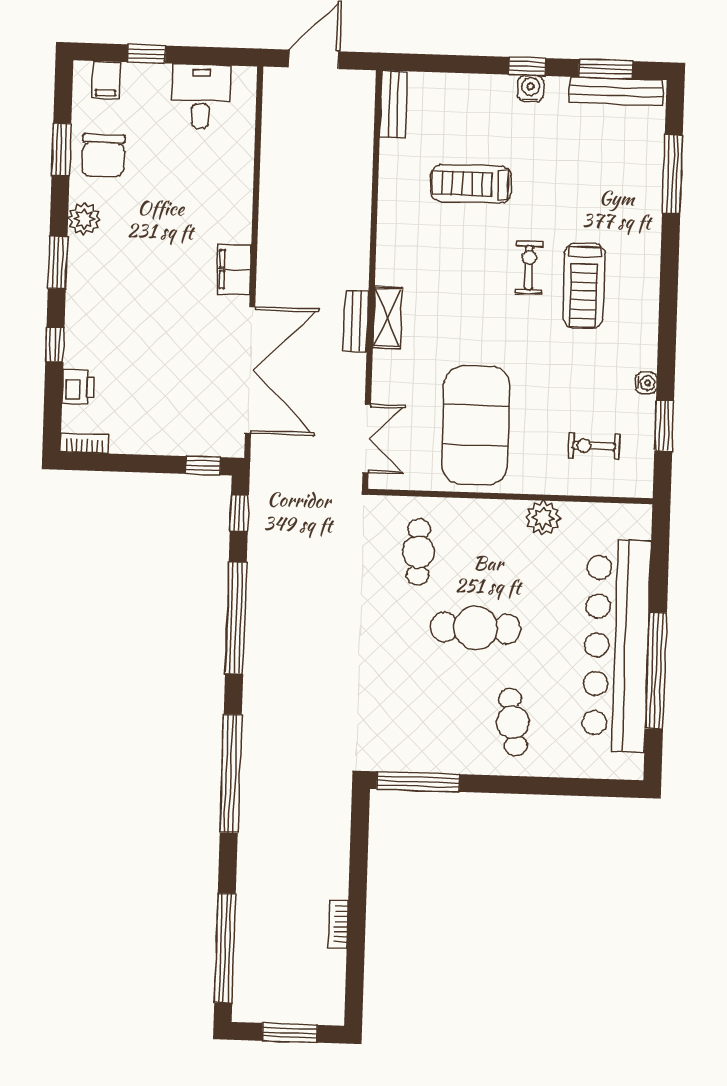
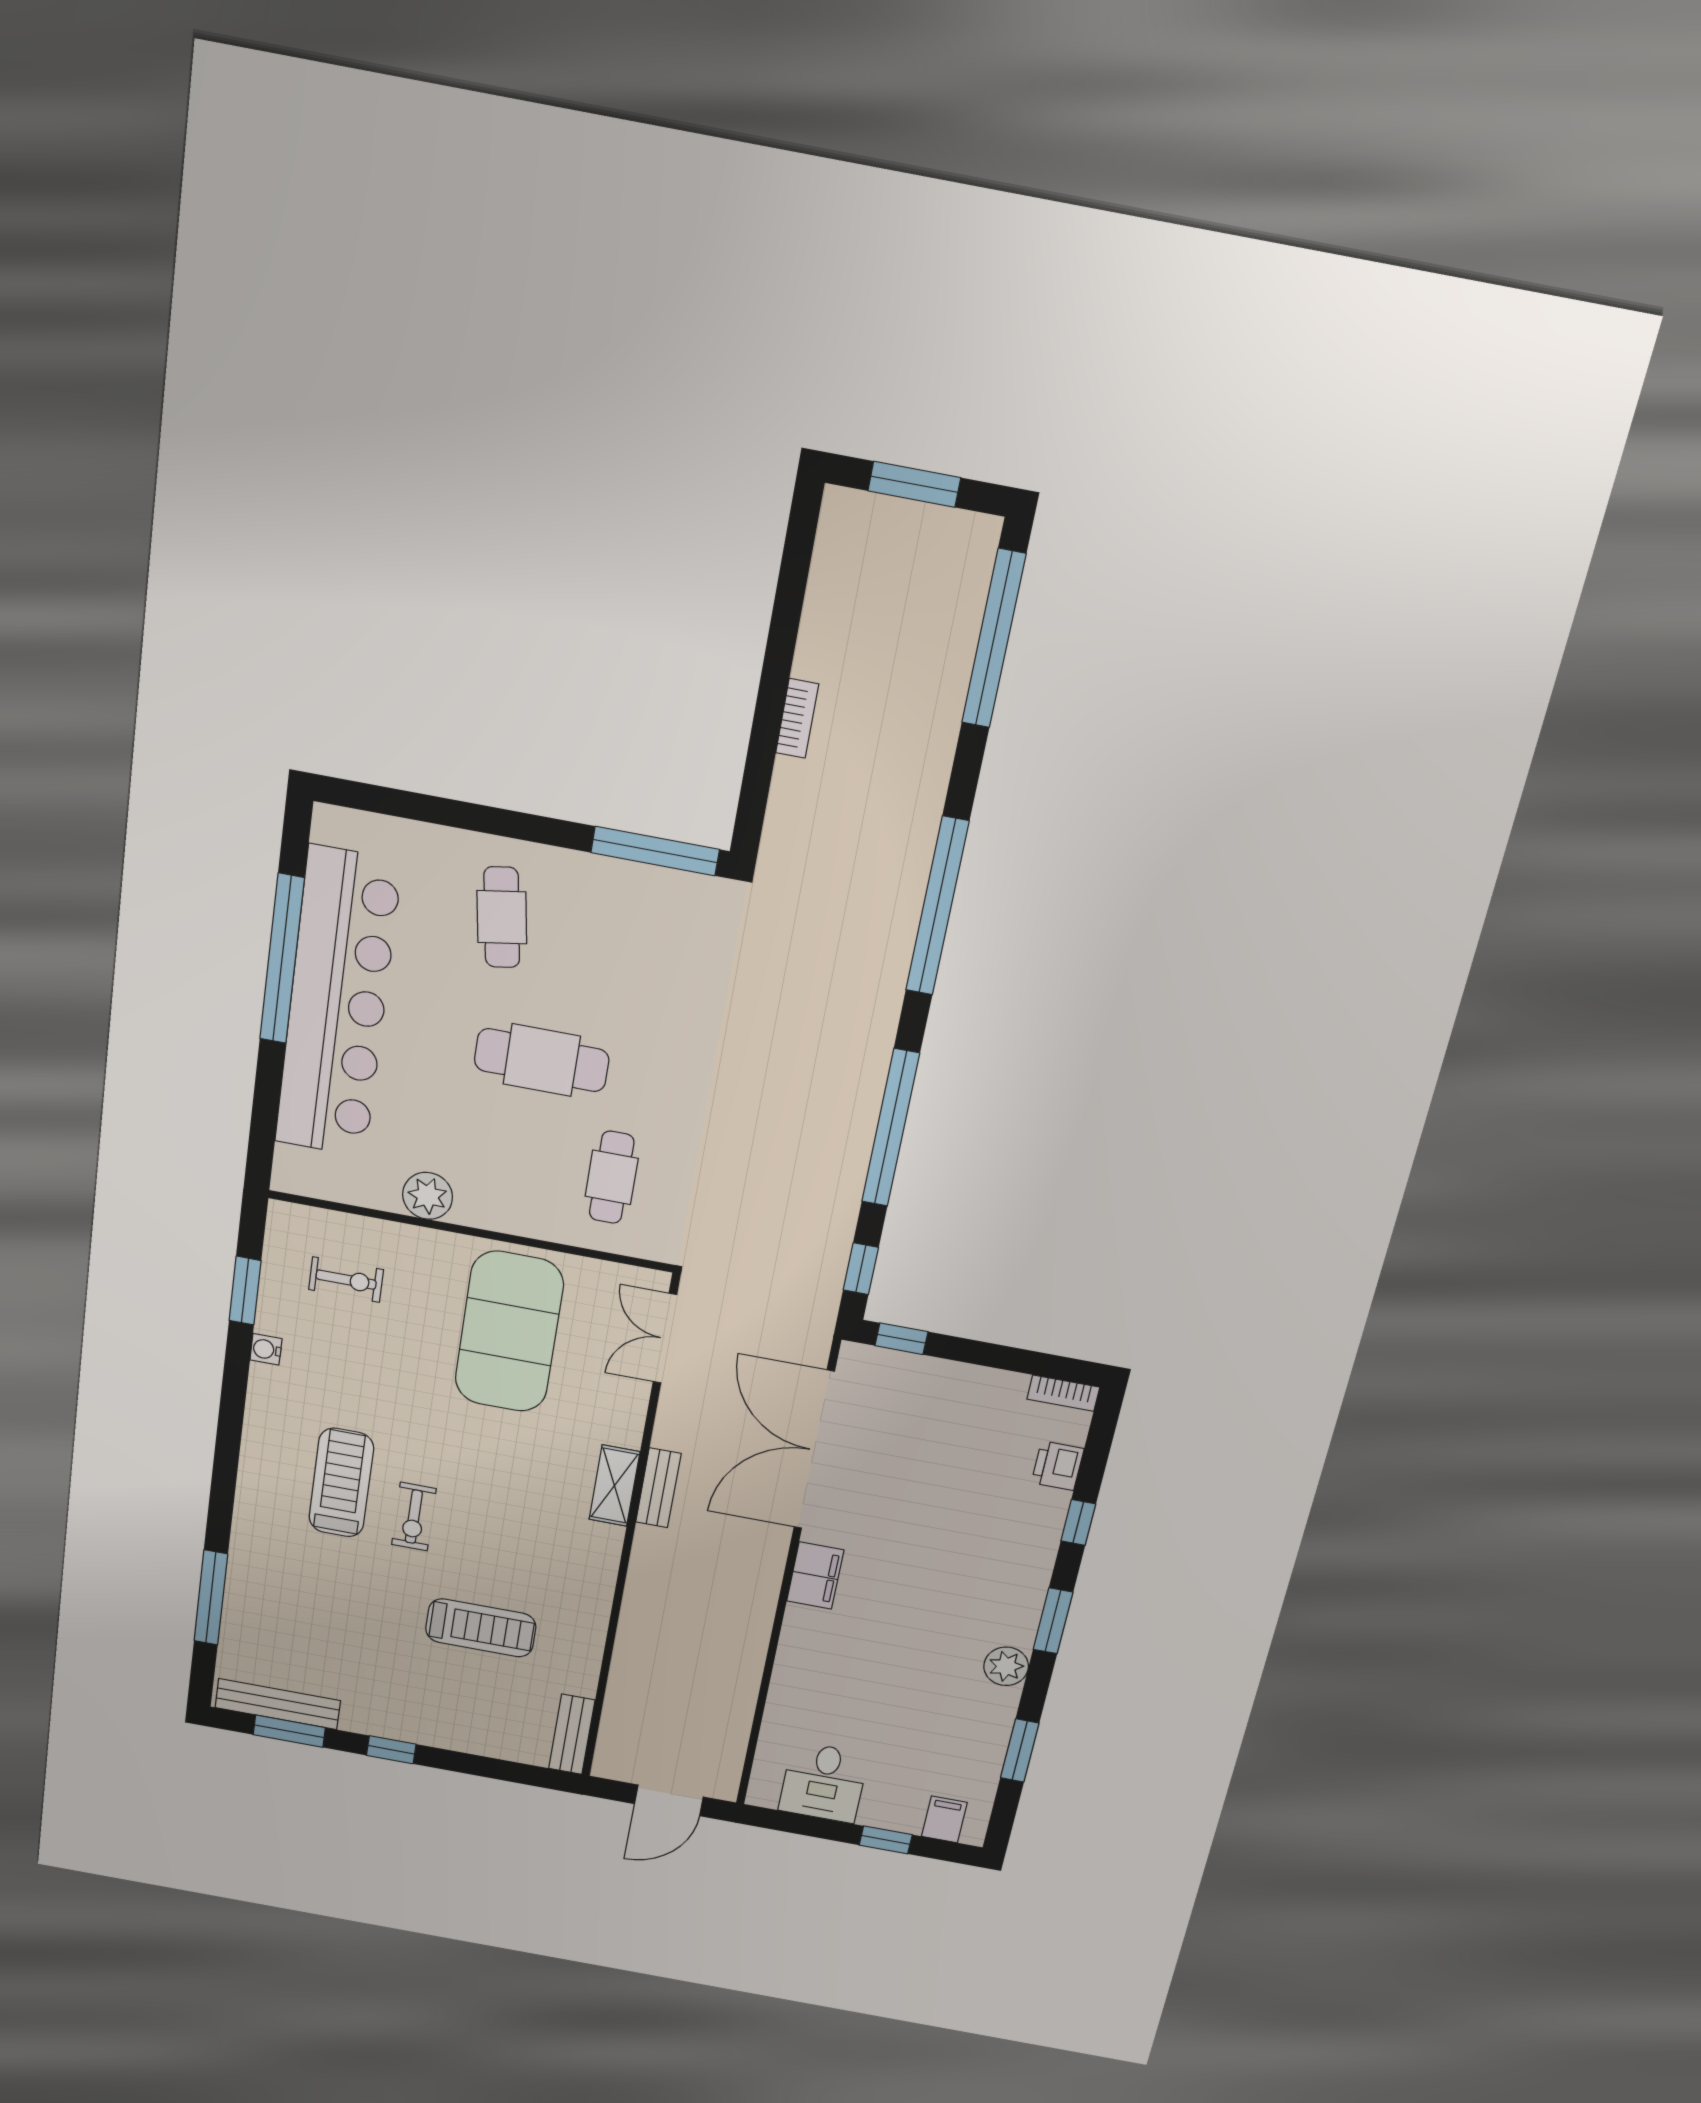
water cooler: (531, 89) -> (390, 1724), removed
chair: (103, 155) -> (965, 1735), removed
bookcase: (338, 924) -> (797, 718), moved

